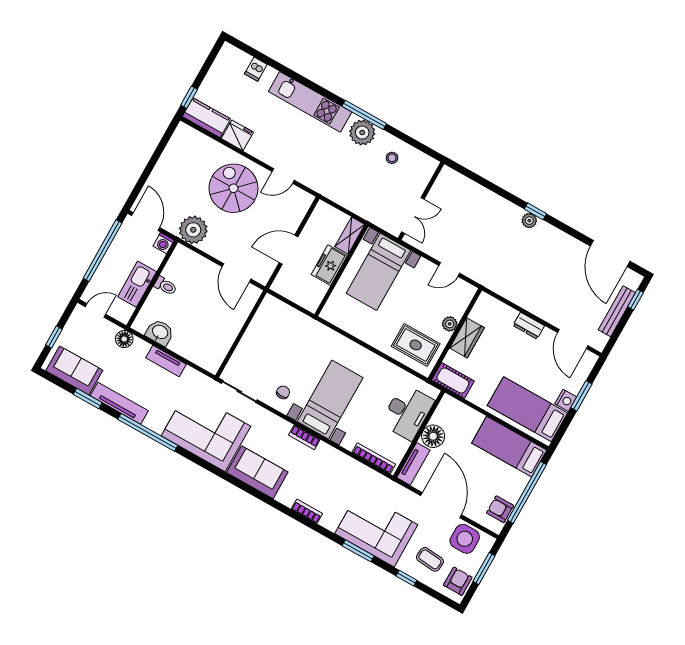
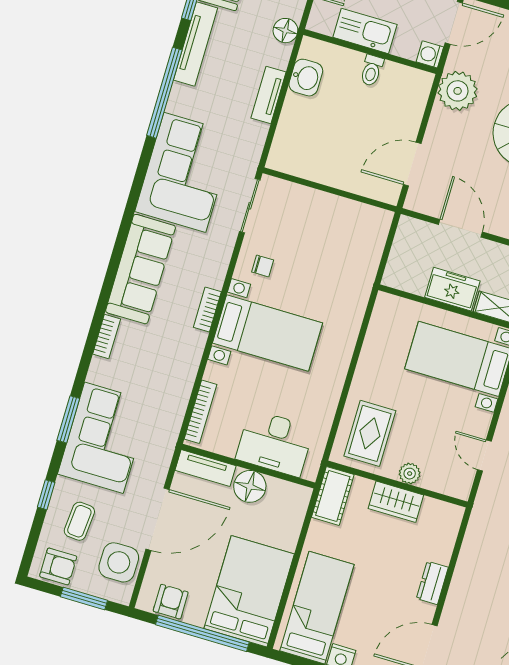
bed: (509, 447) -> (249, 591), width x1.50
sofa: (257, 472) -> (141, 269), width x1.36

